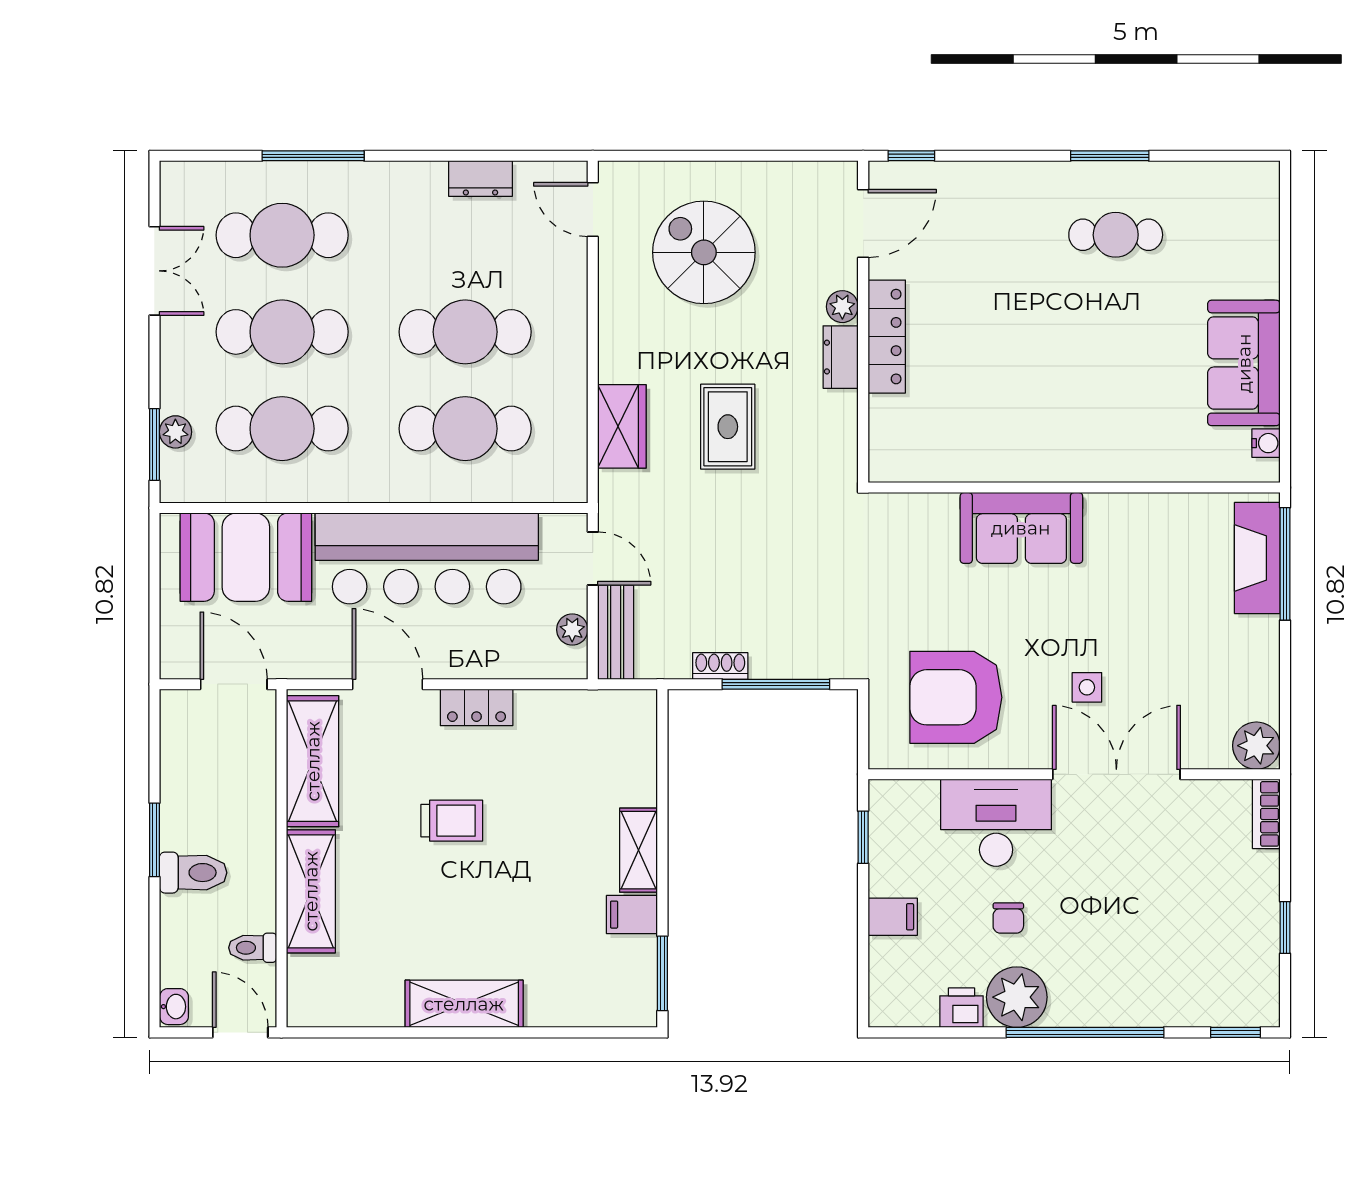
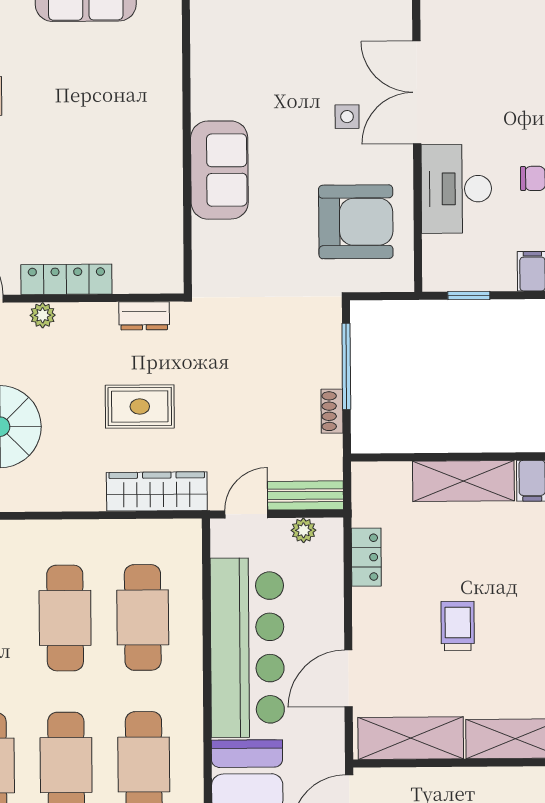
dresser: (841, 357) -> (144, 316), moved
wardrobe: (622, 426) -> (157, 491), width x1.50
armchair: (956, 697) -> (356, 222), turned -90
locker: (477, 707) -> (366, 557), moved
shelving: (639, 850) -> (463, 481), width x1.50, depth x1.33

